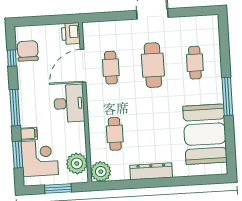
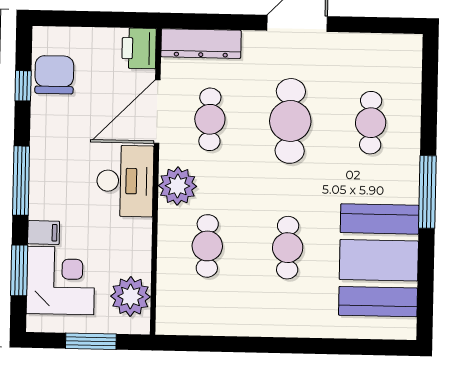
cafe table: (157, 131) -> (288, 248), added
dresser: (151, 171) -> (201, 44), moved, turned 180
plant: (101, 172) -> (178, 186), moved

